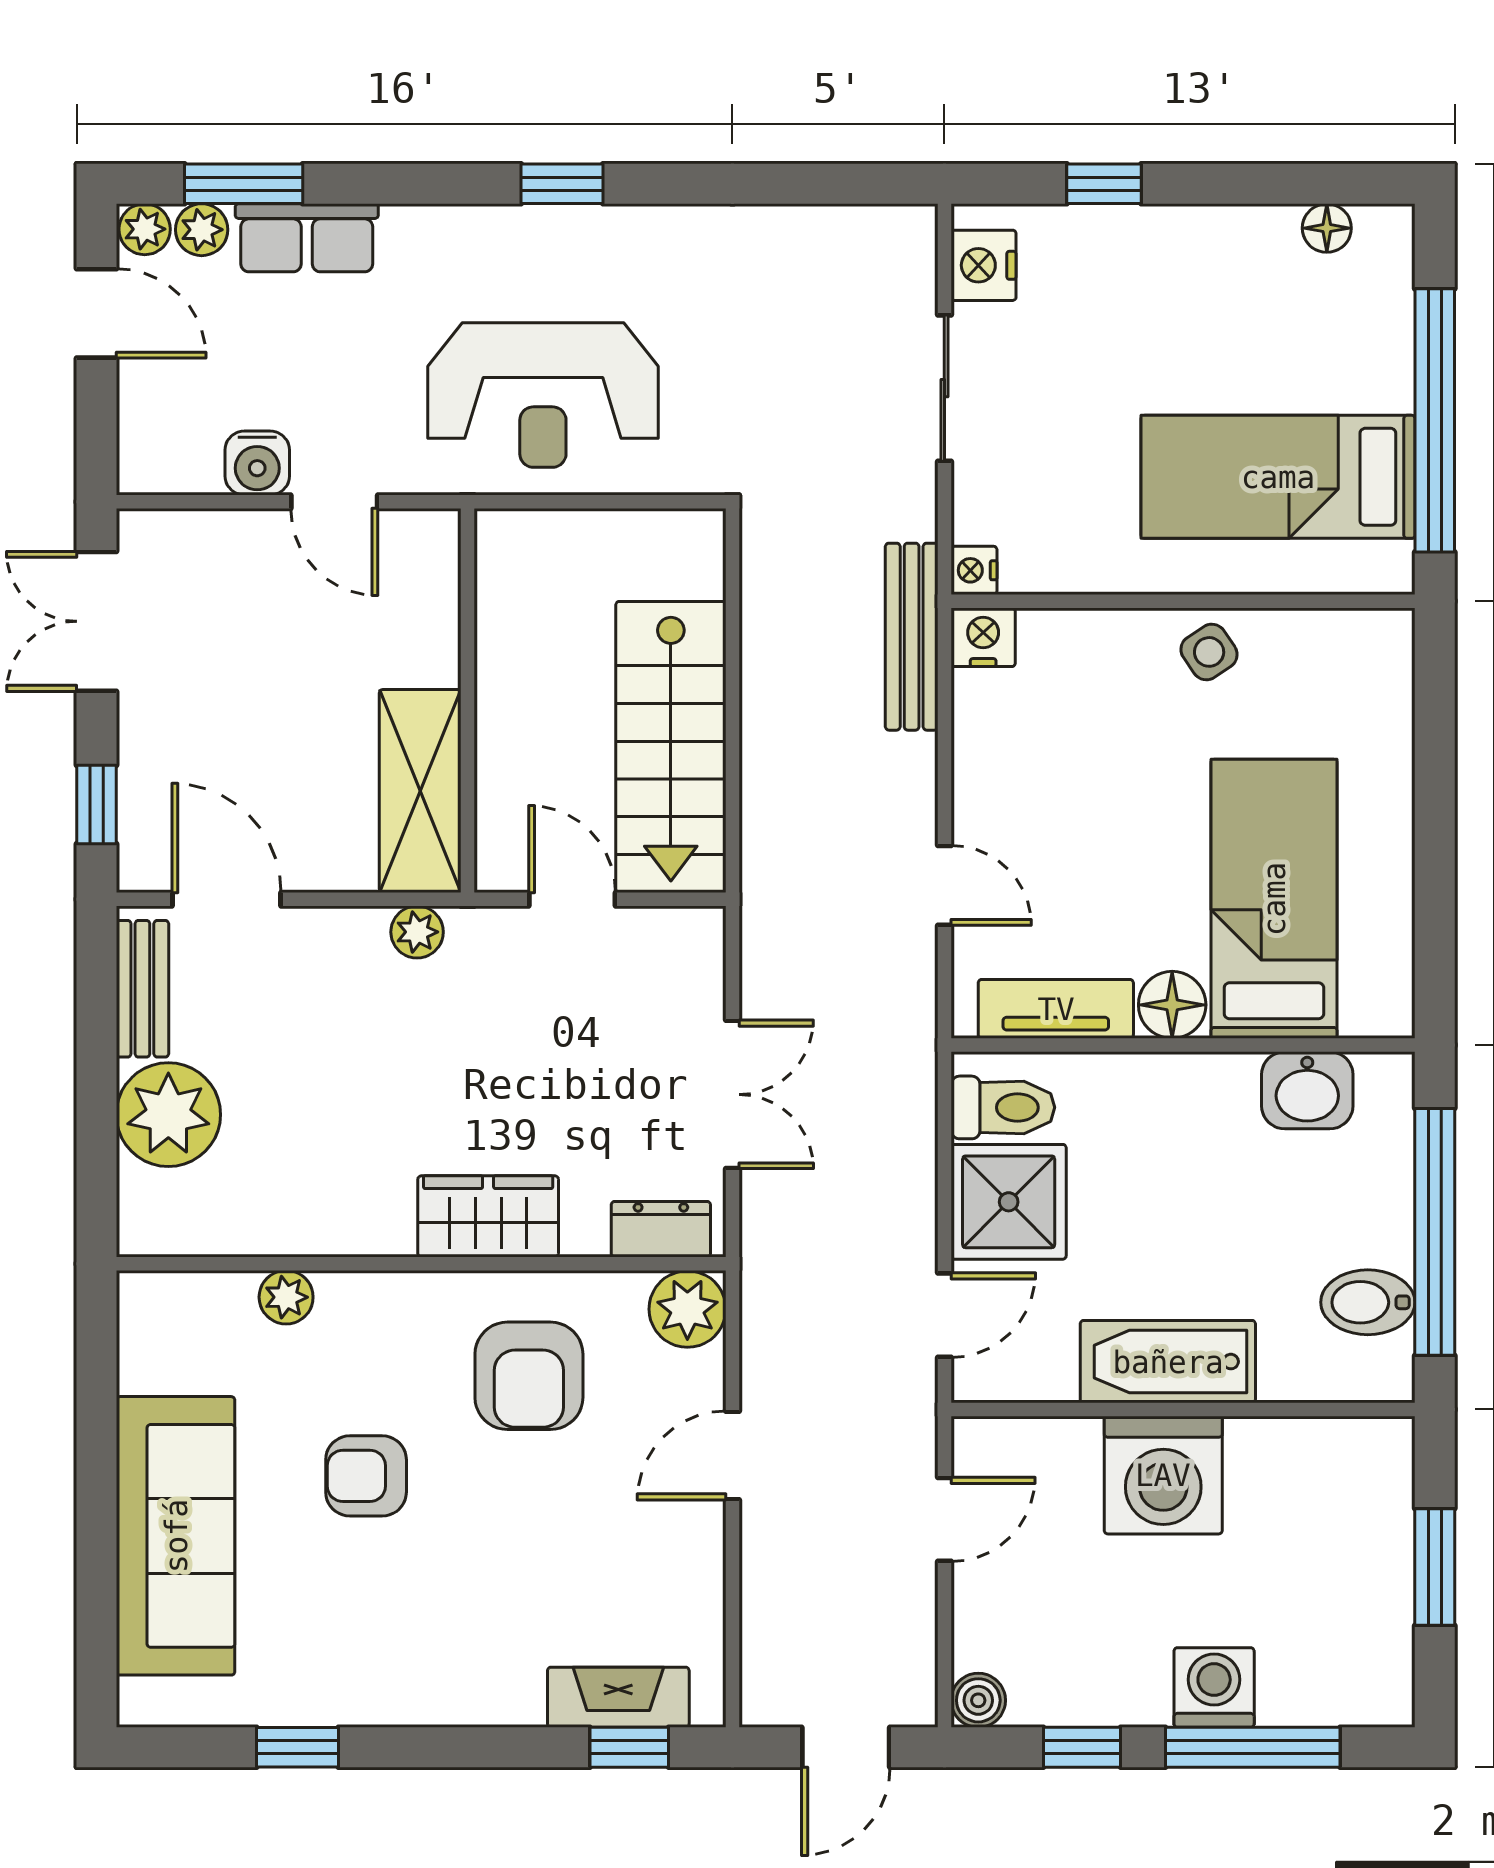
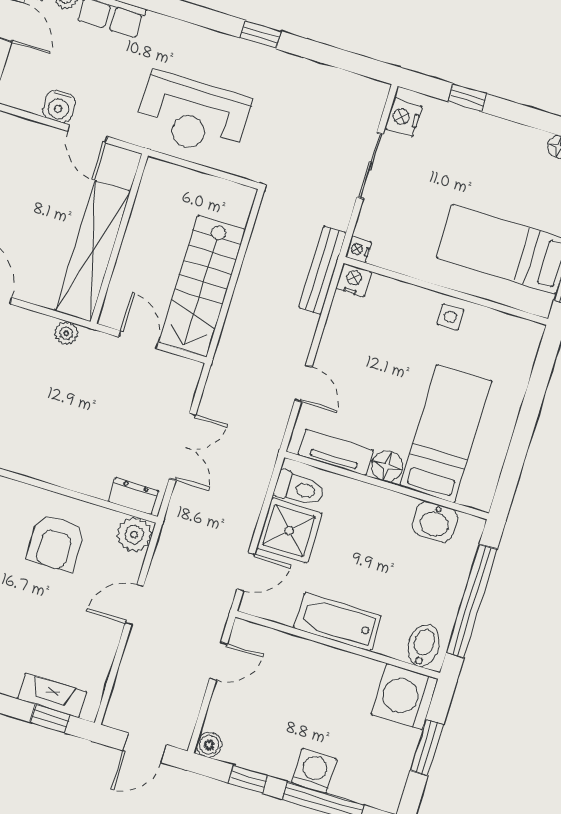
window: (562, 184) -> (261, 34), moved
side table: (1209, 652) -> (450, 317), turned 34
shelving: (420, 791) -> (93, 251), width x1.47
wardrobe: (488, 1216) -> (59, 467), removed
bidet: (1368, 1302) -> (424, 645), moved, turned 90
washing machine: (1163, 1475) -> (405, 697), moved, turned 90

